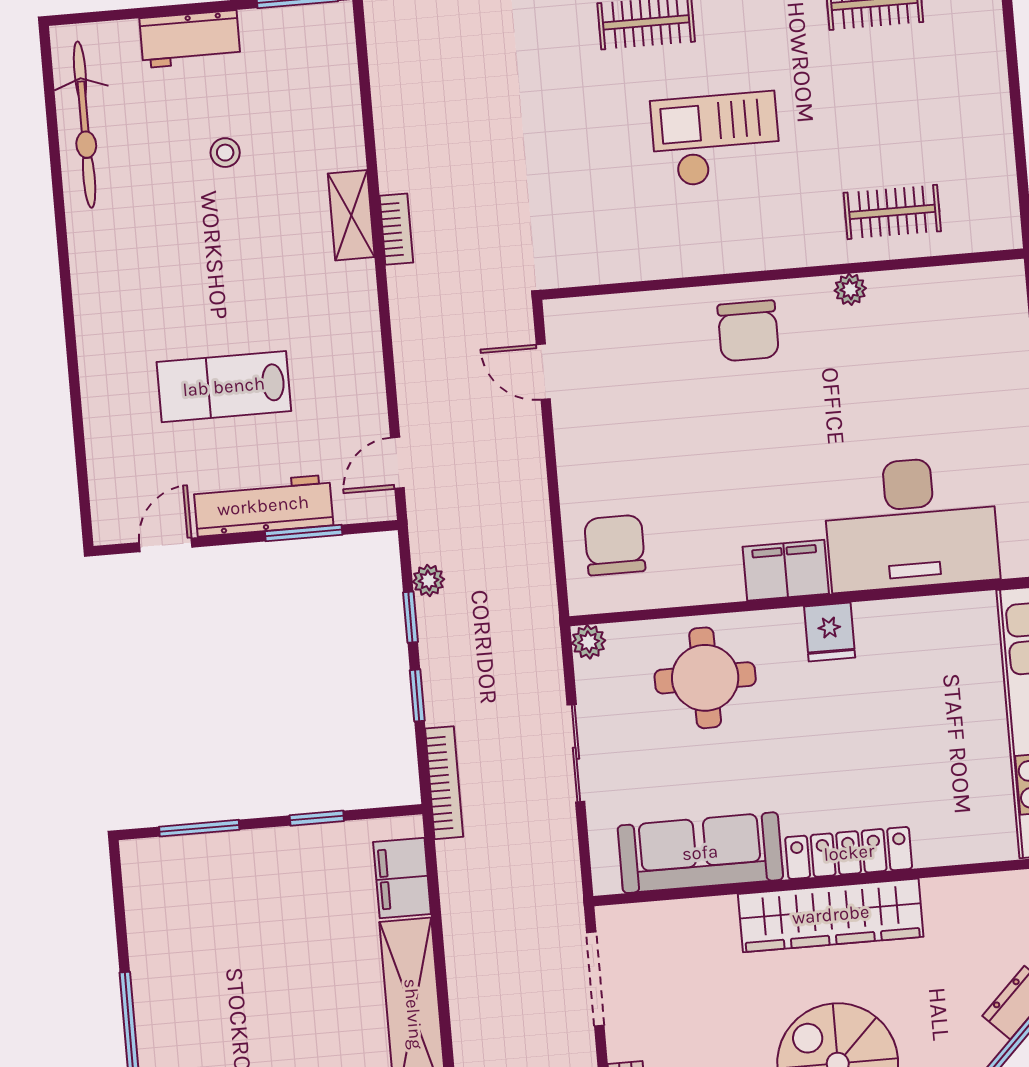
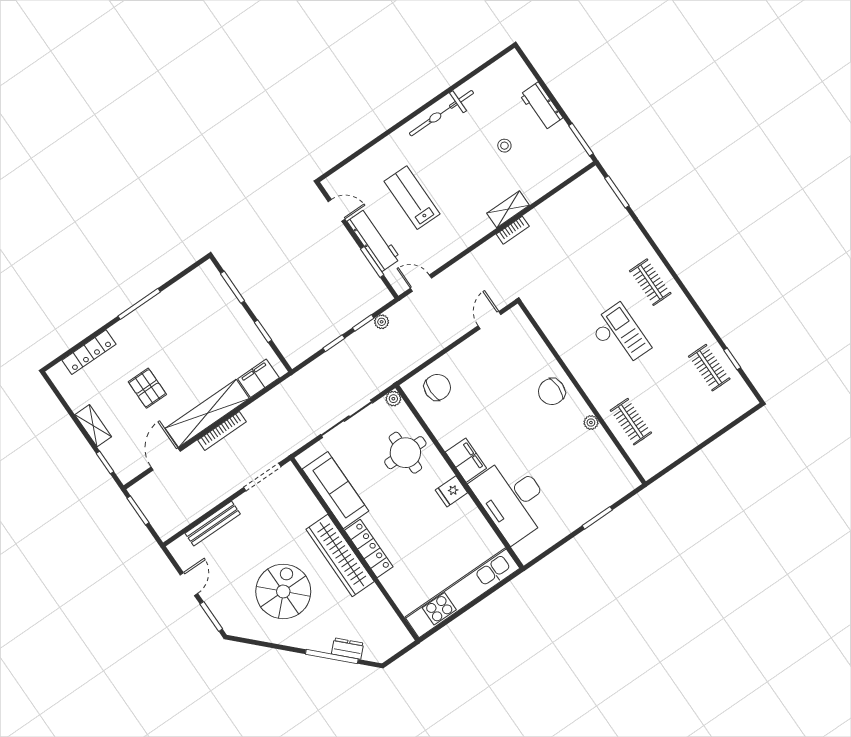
bicycle: (85, 125) -> (441, 113), moved
sliding door: (576, 753) -> (347, 419), width x1.37
bookcase: (444, 783) -> (222, 431), moved

